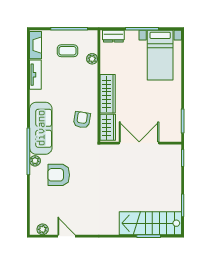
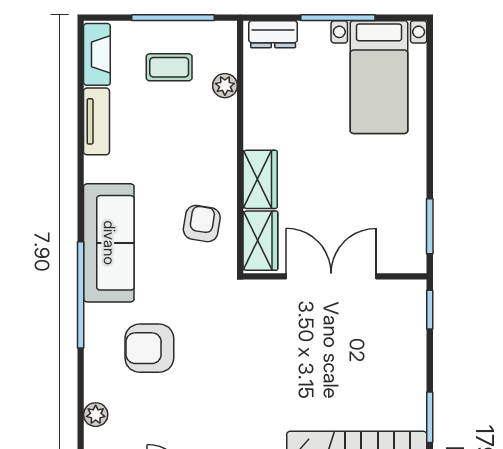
wardrobe: (108, 94) -> (260, 179), width x0.67
plant: (35, 161) -> (96, 415), moved

